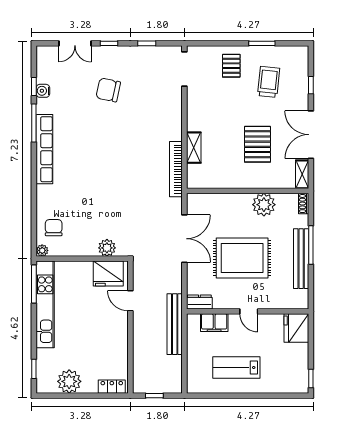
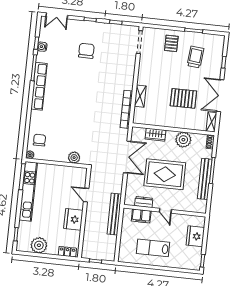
double door: (75, 43) -> (57, 16), moved
chair: (108, 90) -> (86, 51), turned 78
pallet: (257, 144) -> (183, 98), turned 90
wardrobe: (222, 202) -> (156, 135), added
fridge: (108, 273) -> (73, 219), moved, turned 90
dresser: (199, 302) -> (144, 202), moved
fridge: (296, 328) -> (195, 236), moved

